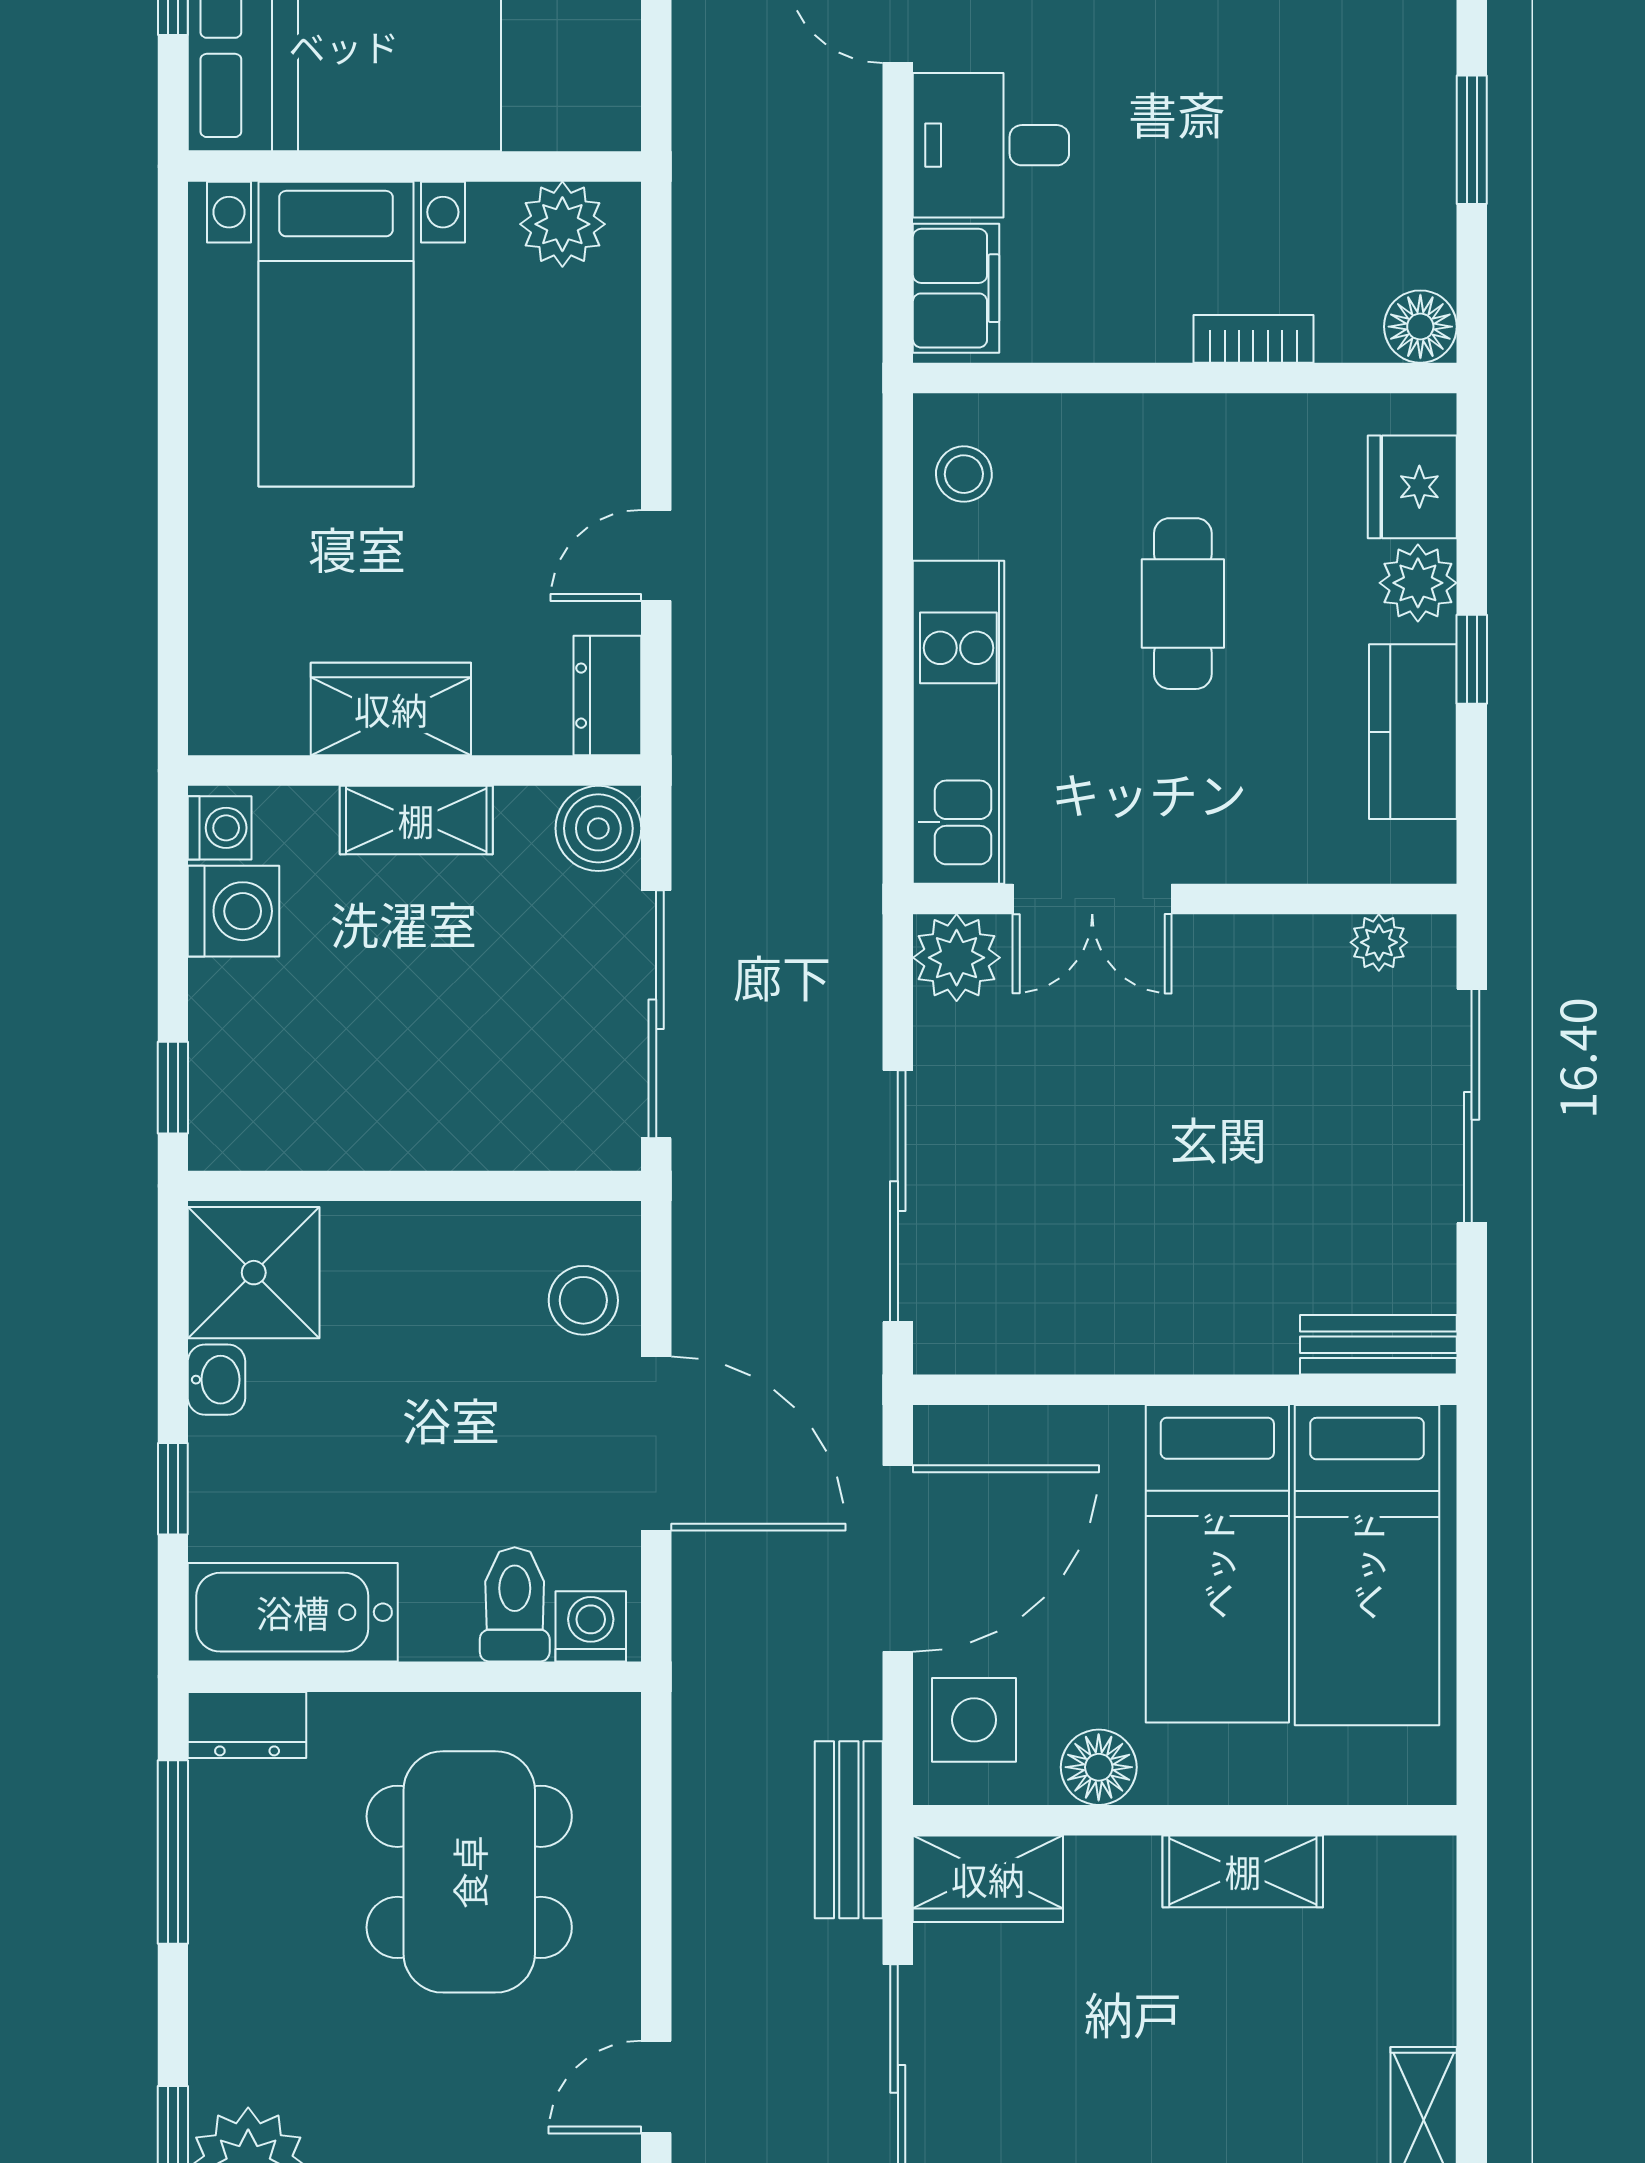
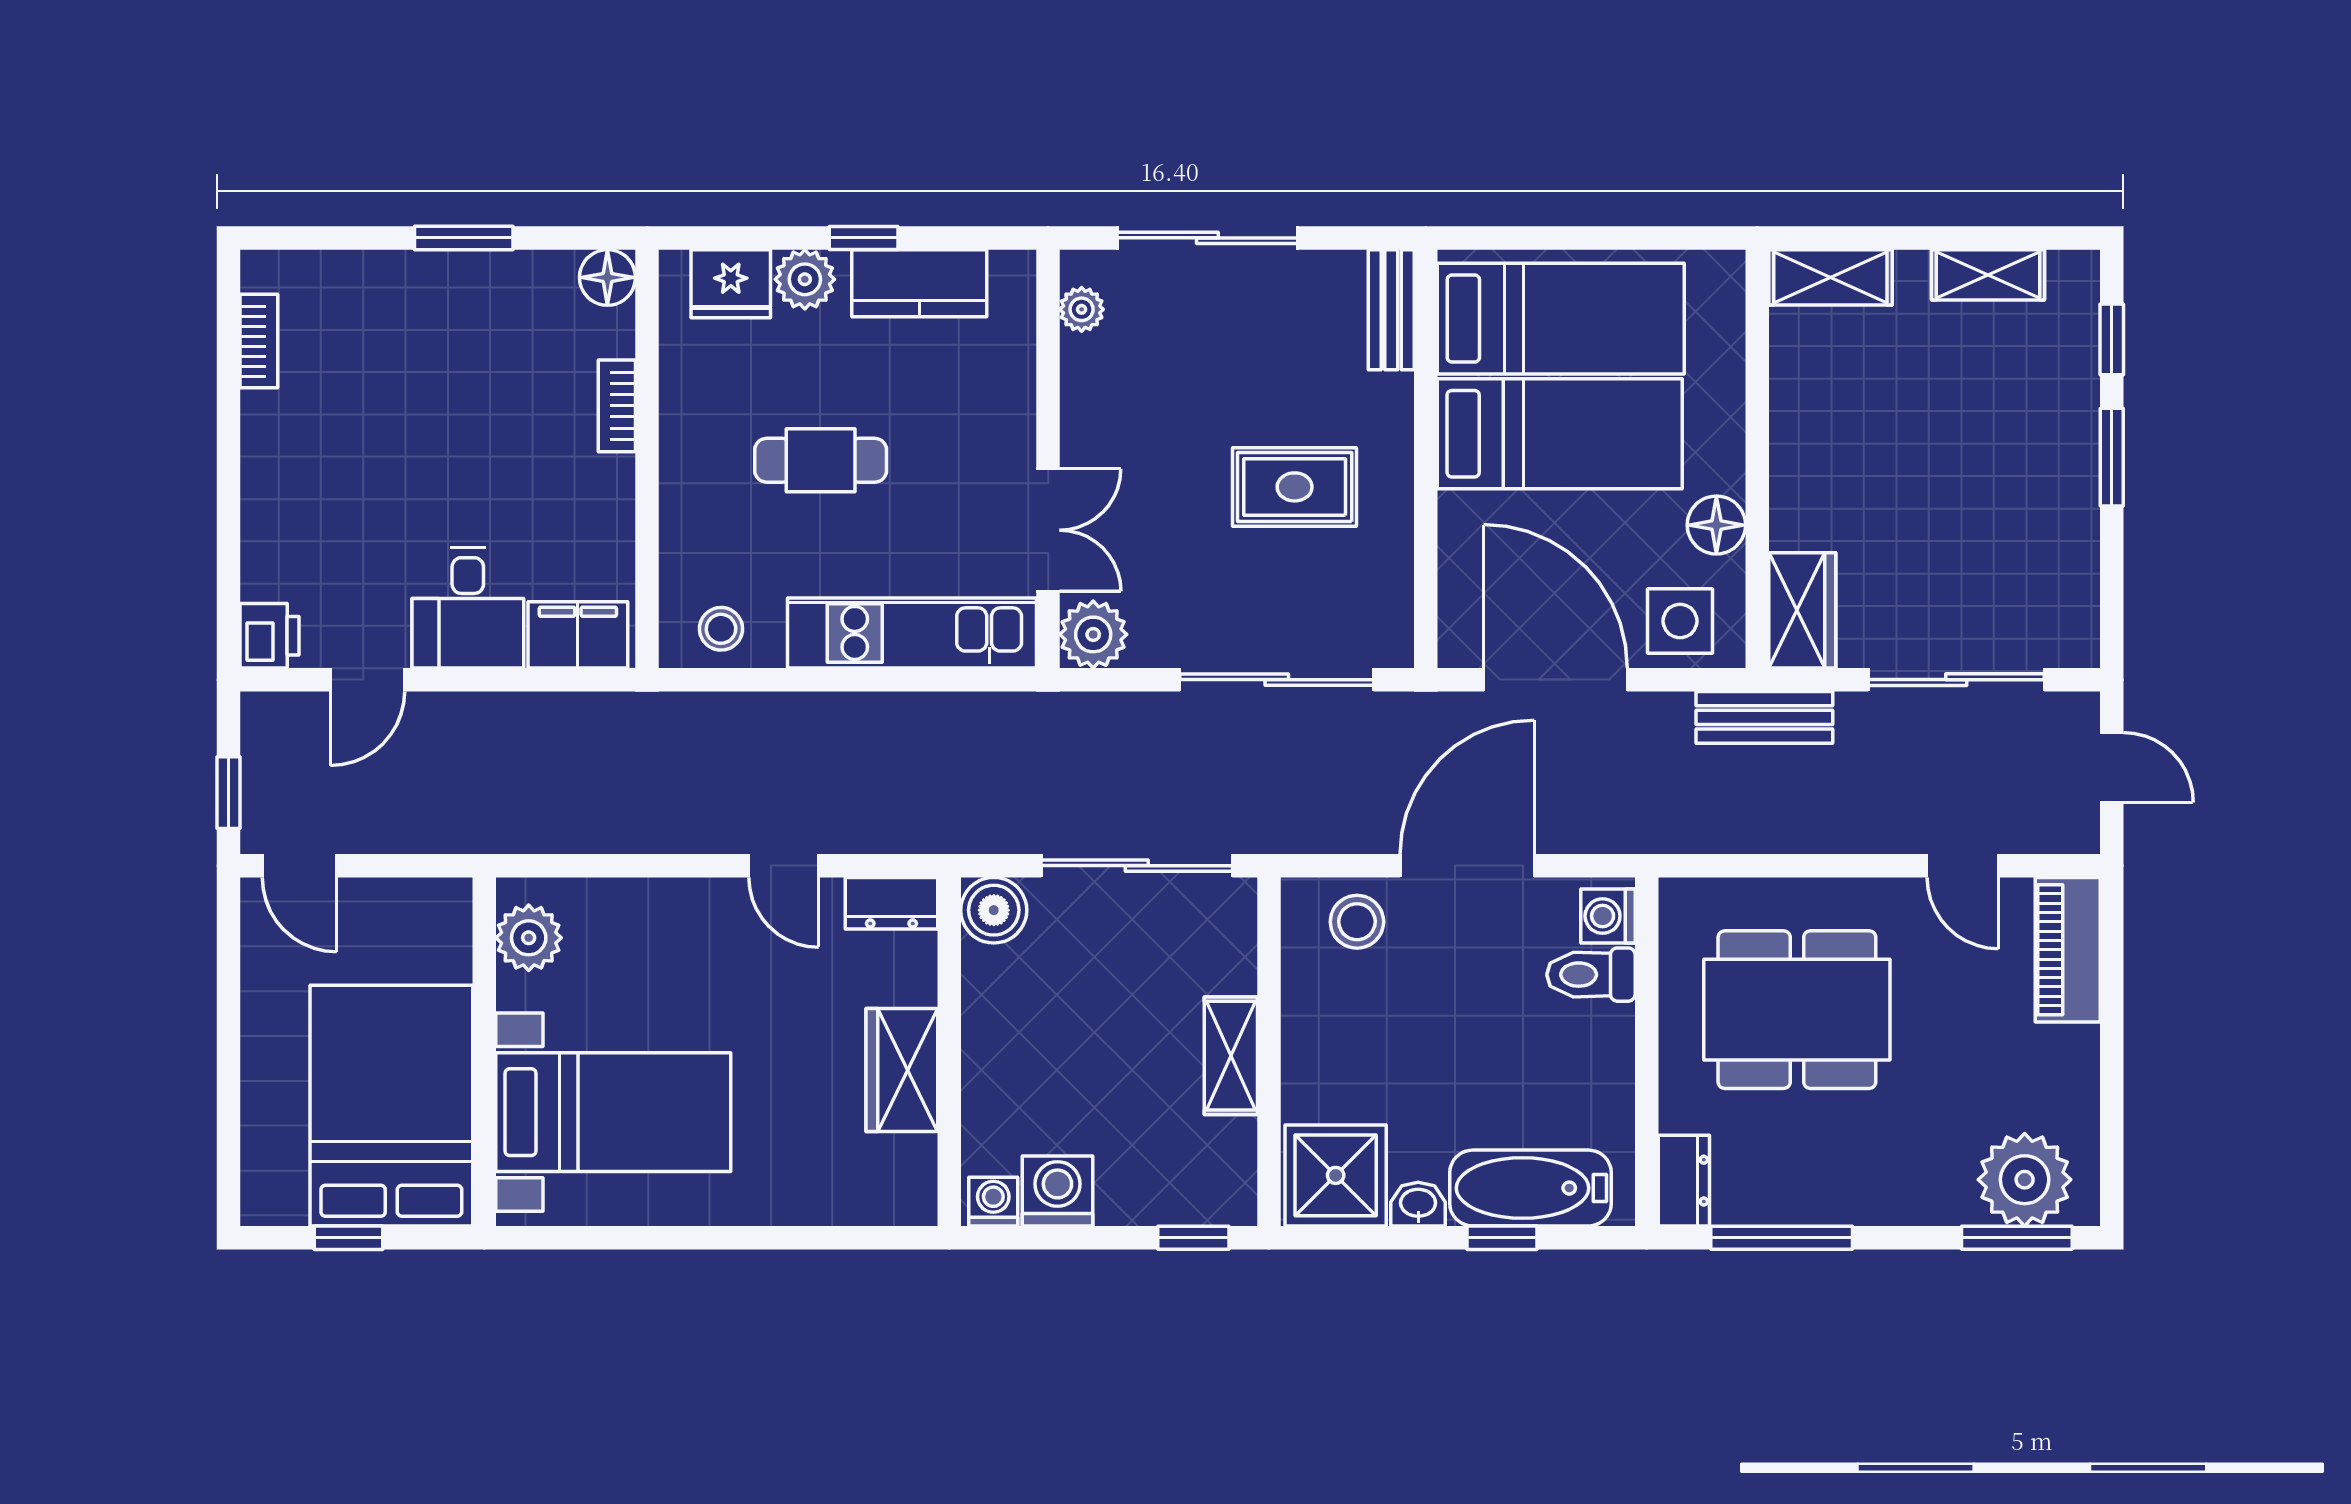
shelving: (416, 820) -> (1231, 1056), moved
rug: (1148, 1219) -> (1295, 487), added
bathtub: (293, 1612) -> (1531, 1188), moved, turned 90
shelving: (1243, 1871) -> (1830, 277), moved, turned 90

